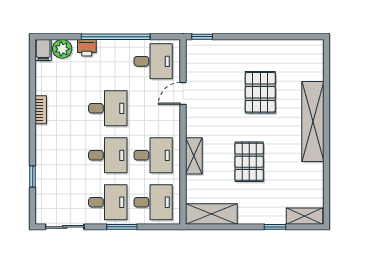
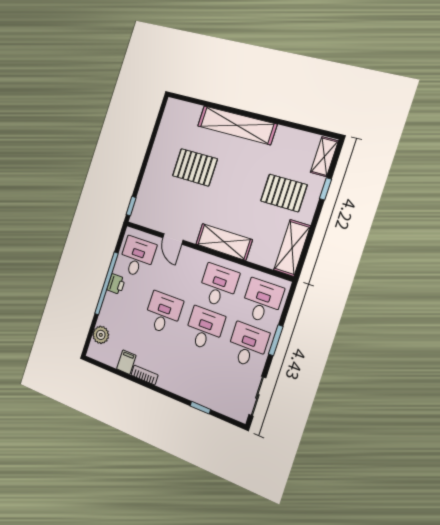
printer: (87, 48) -> (116, 284), moved
filing cabinet: (43, 50) -> (126, 362), moved, turned -90
shelving: (194, 156) -> (224, 242), width x1.50, depth x1.33
pallet: (249, 162) -> (284, 193), moved

